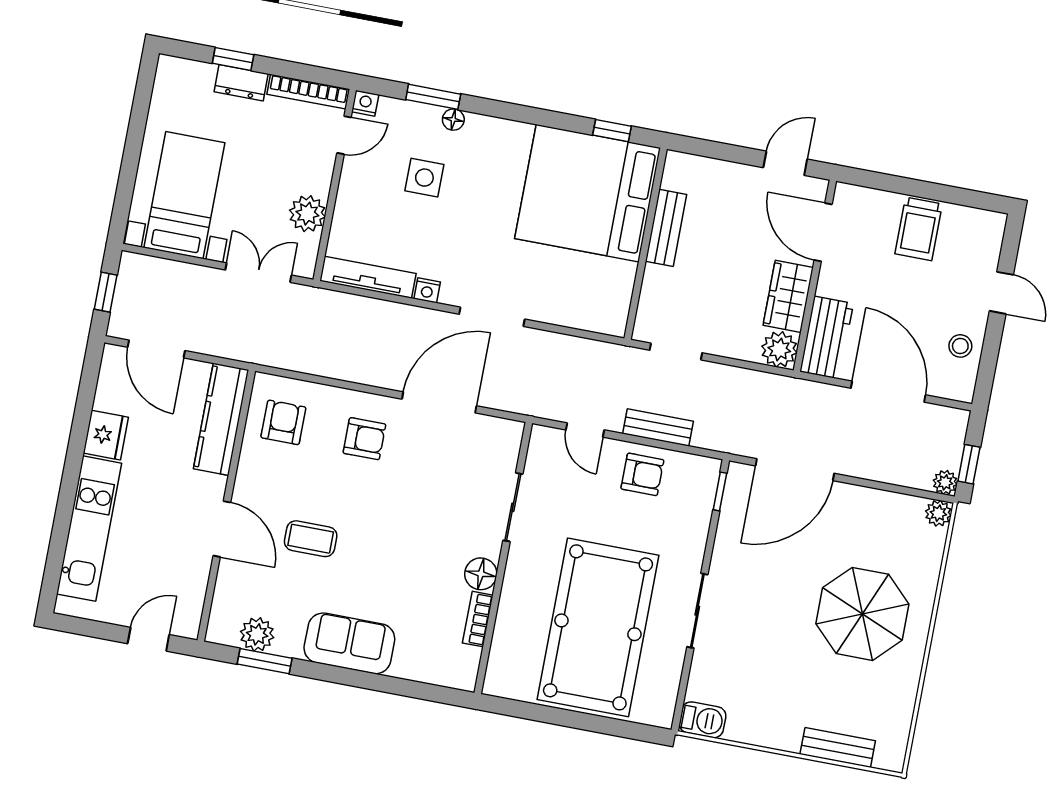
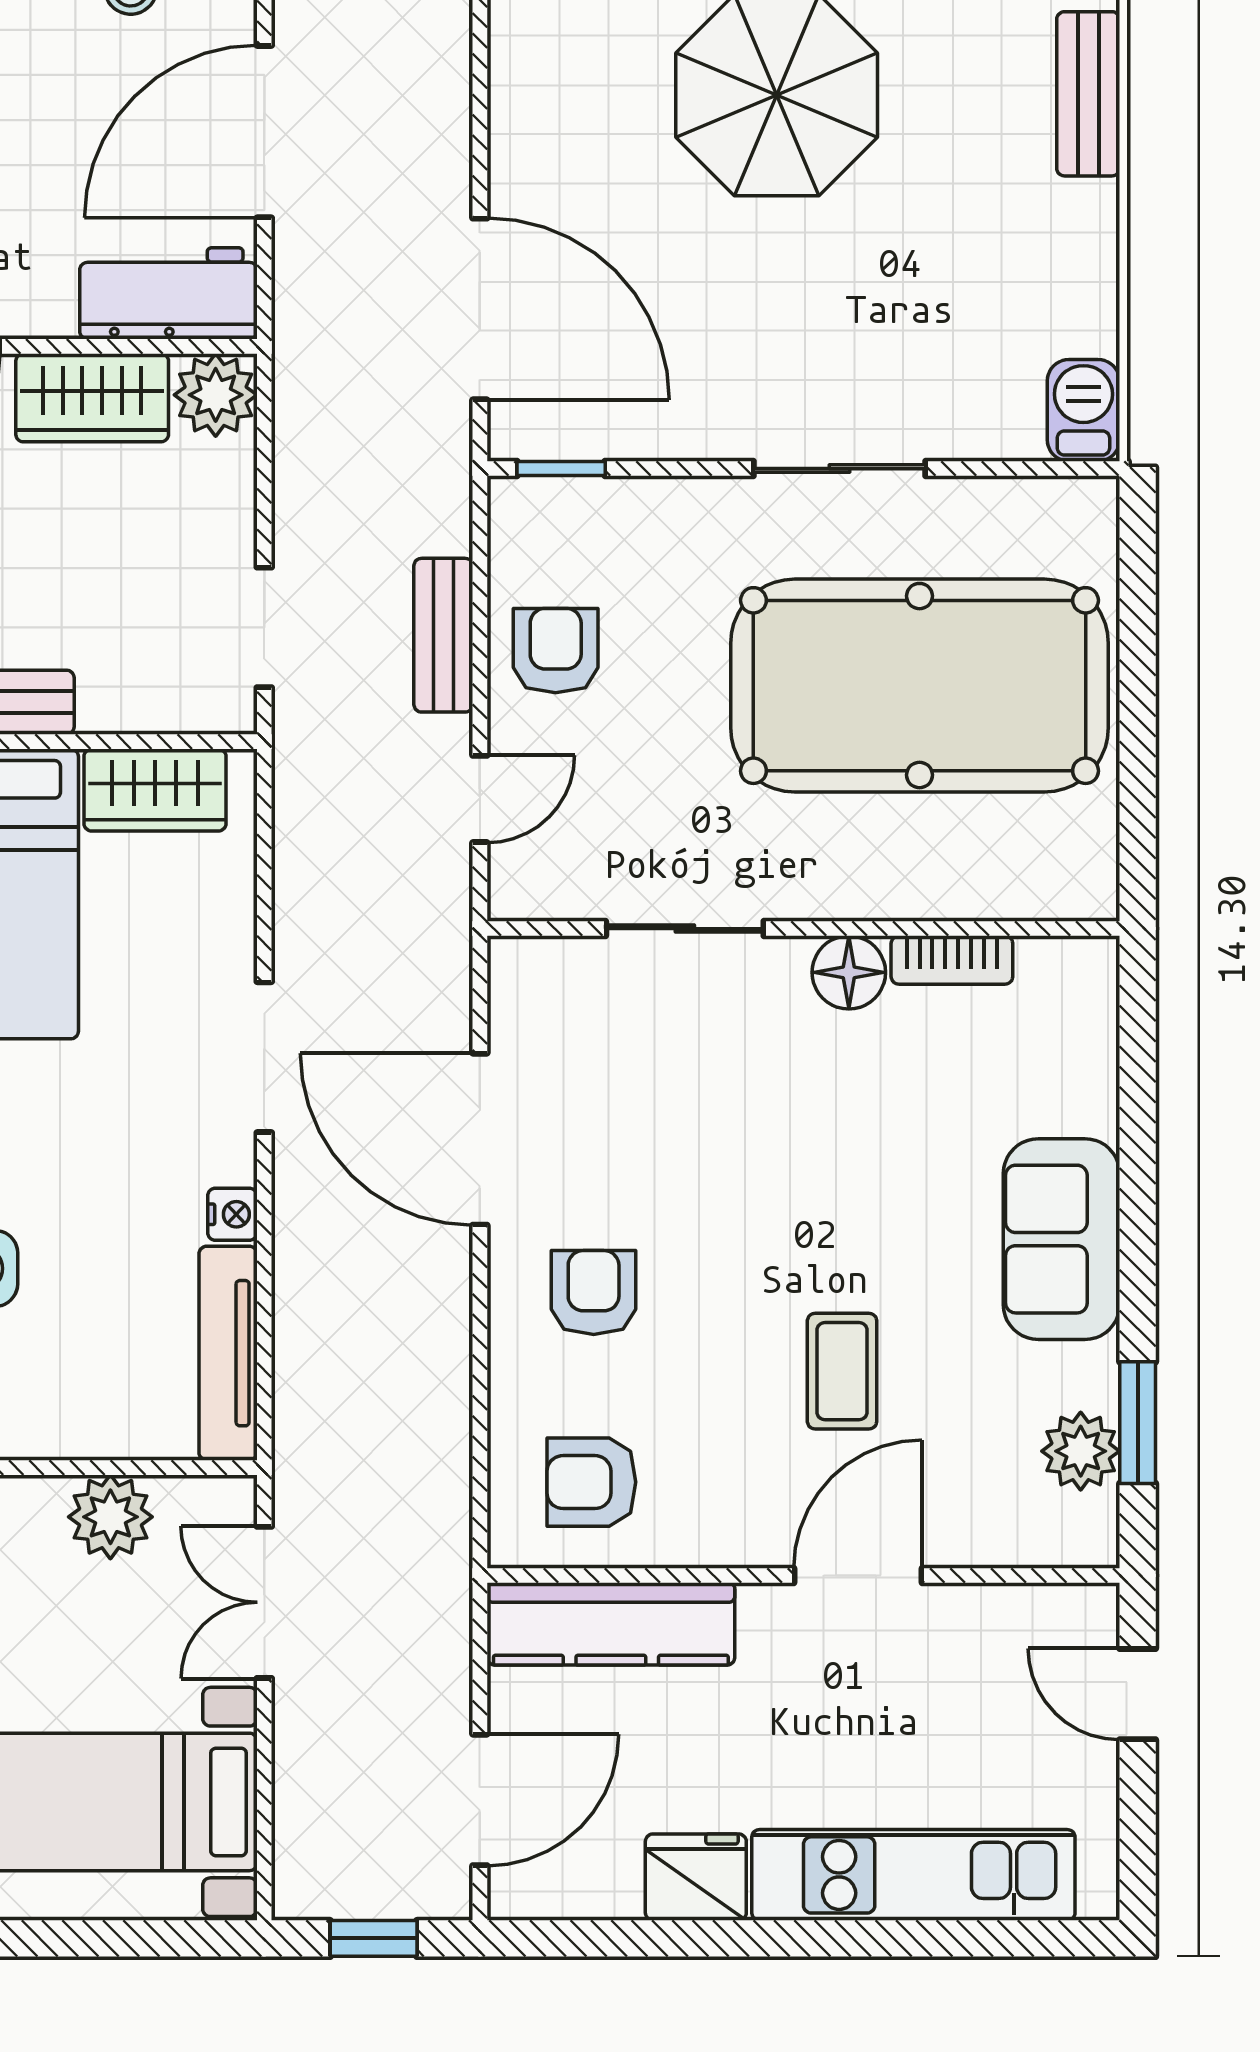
wardrobe: (615, 292) -> (155, 790), added

